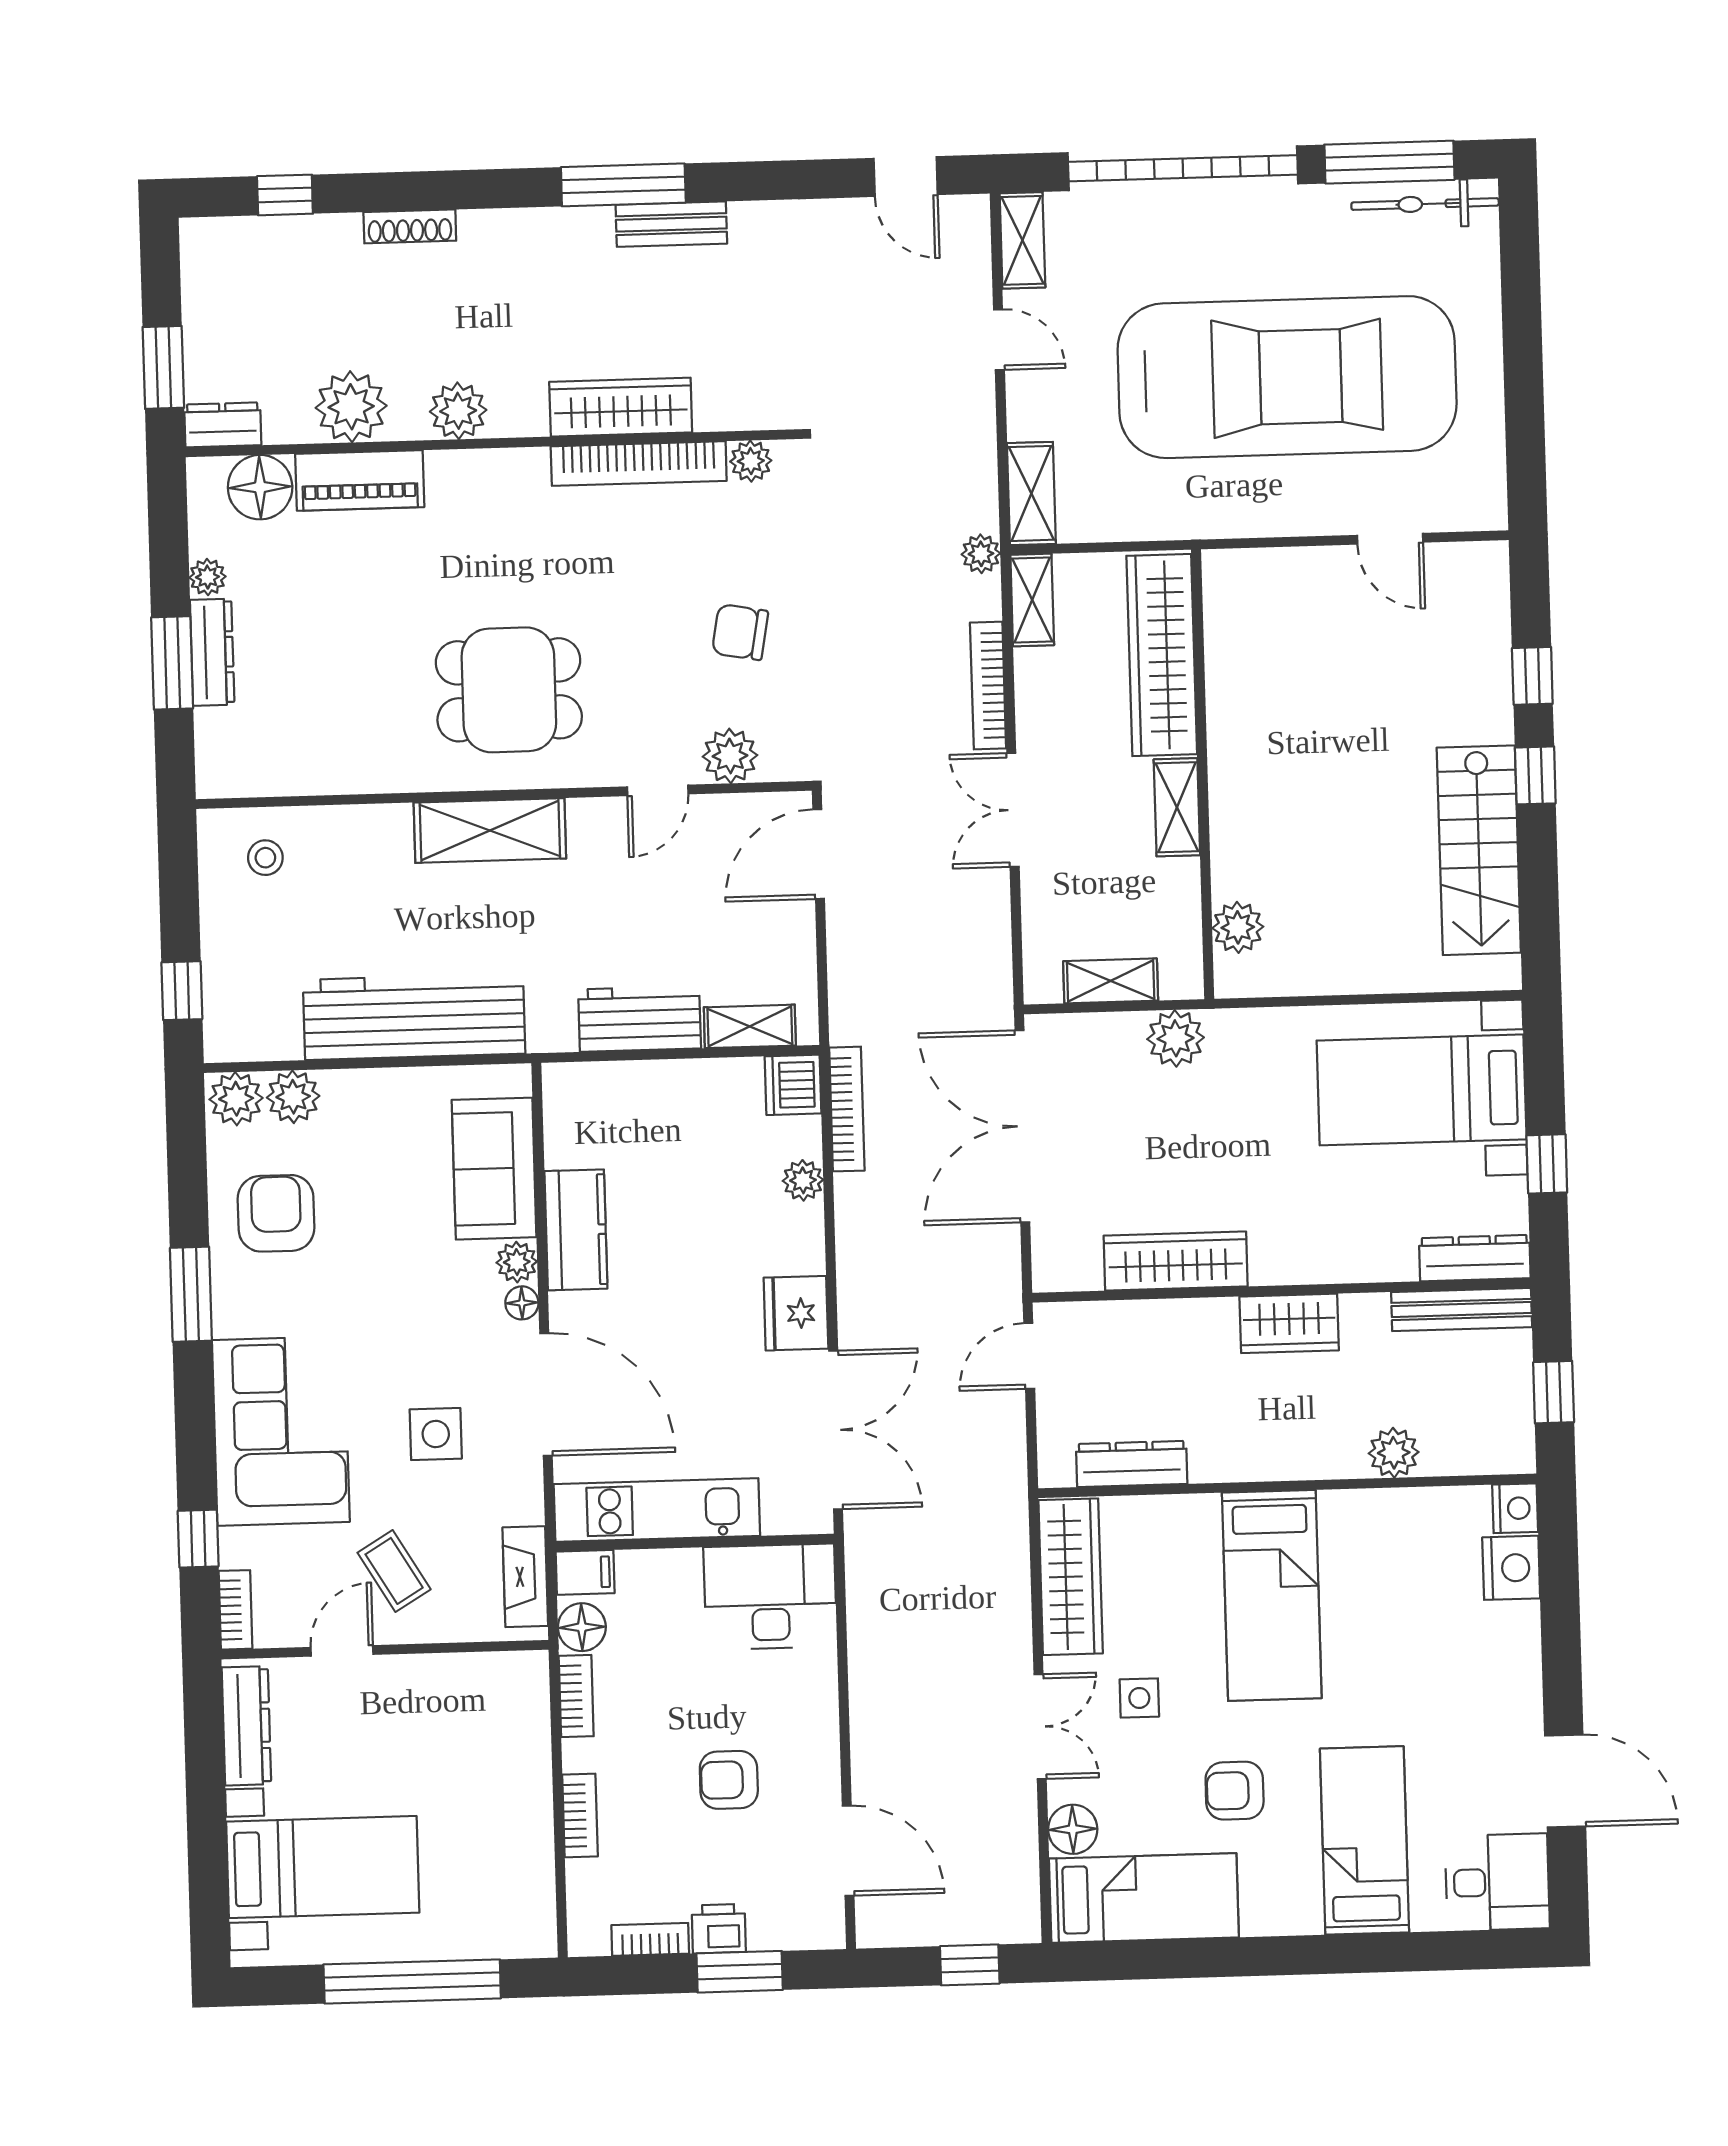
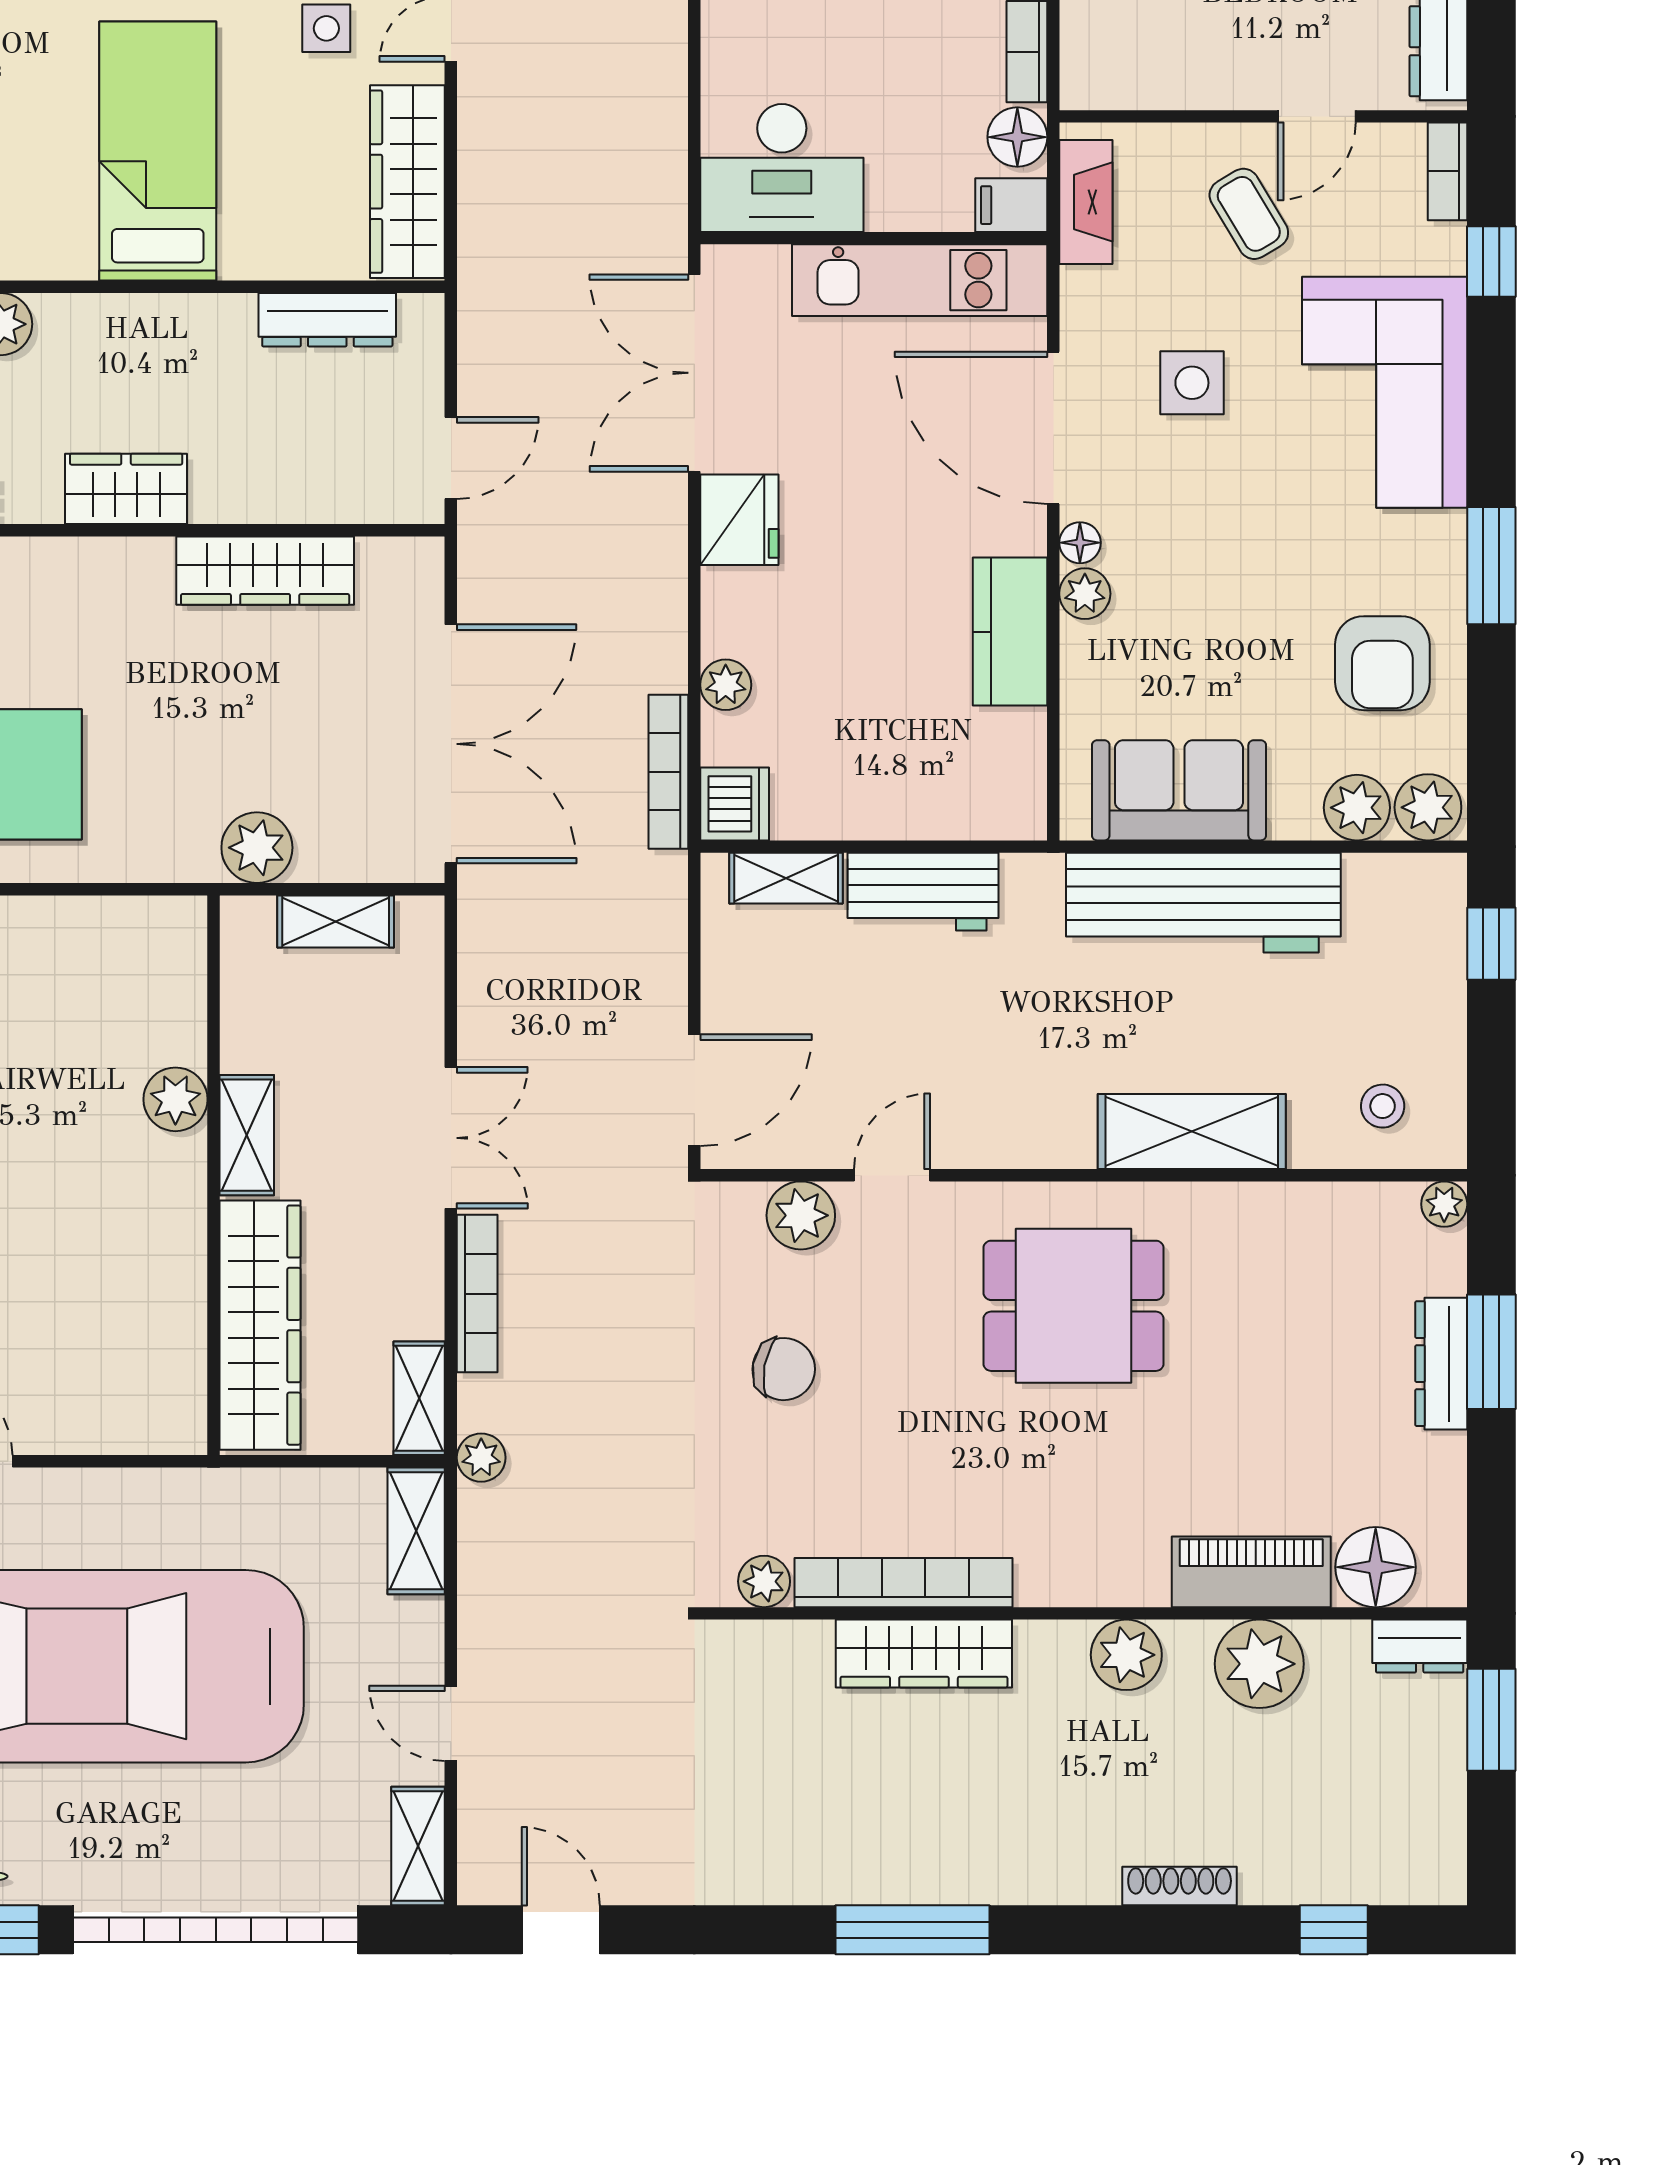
bench: (671, 224) -> (854, 1879), removed
plant: (208, 577) -> (1444, 1204), moved
shelving: (490, 830) -> (1192, 1132), moved
plant: (1238, 927) -> (175, 1099), moved
sofa: (494, 1169) -> (1179, 790), moved, turned -90

